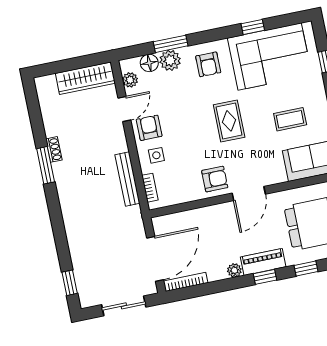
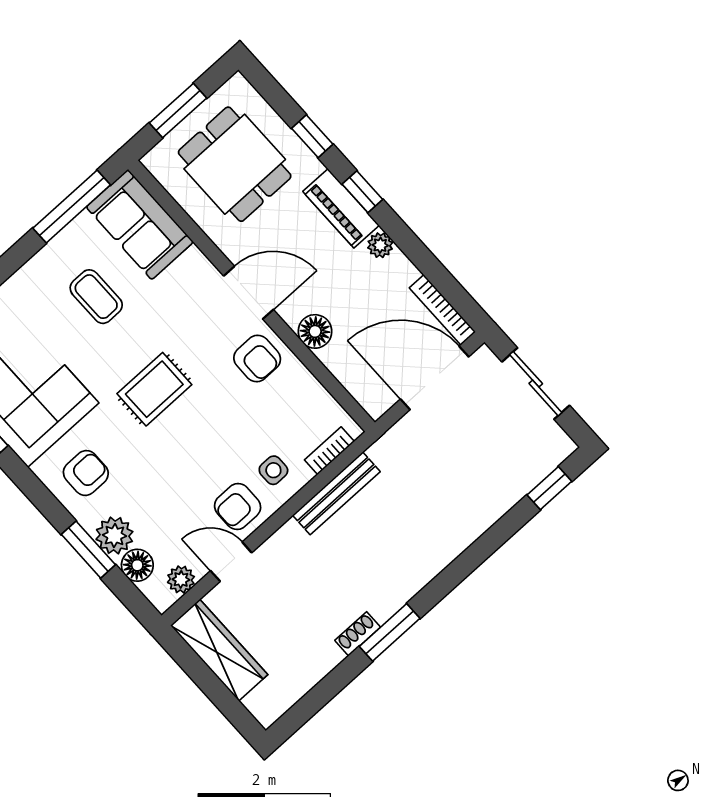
armchair: (215, 179) -> (257, 358), turned 180
floor lamp: (211, 215) -> (315, 331), added

